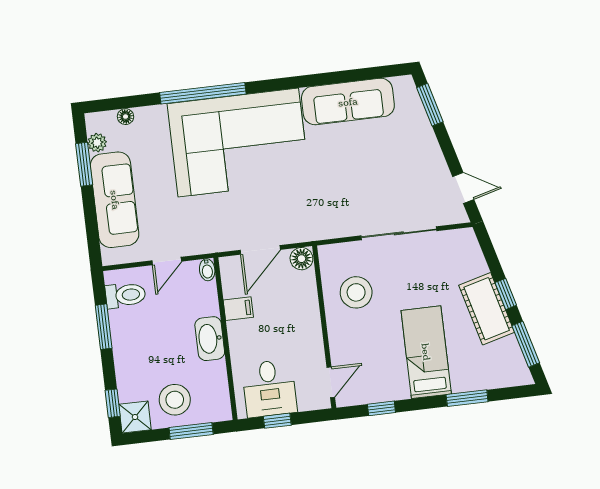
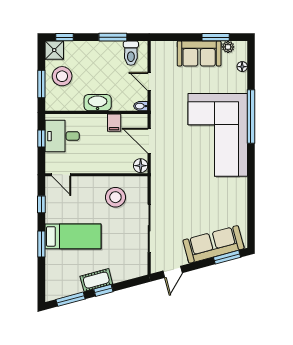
sofa: (348, 102) -> (214, 244), moved, turned 75
sofa: (115, 200) -> (199, 54), width x0.73
cot: (487, 309) -> (96, 280), width x0.73, depth x0.75
window: (467, 398) -> (41, 244), moved

